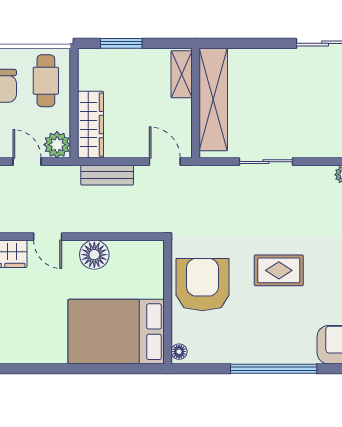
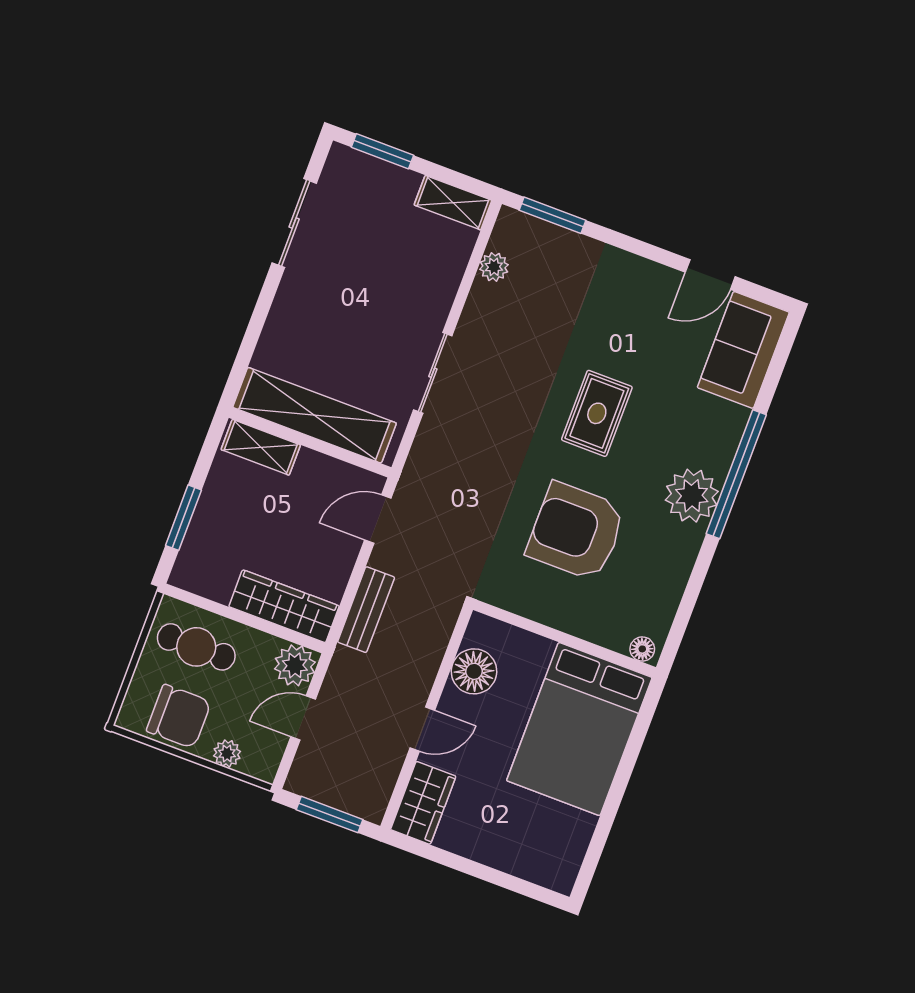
wall: (168, 302) -> (564, 638), moved
bed: (116, 332) -> (579, 729), moved
plant: (250, 347) -> (692, 496), added
floor lamp: (179, 352) -> (642, 649), moved

